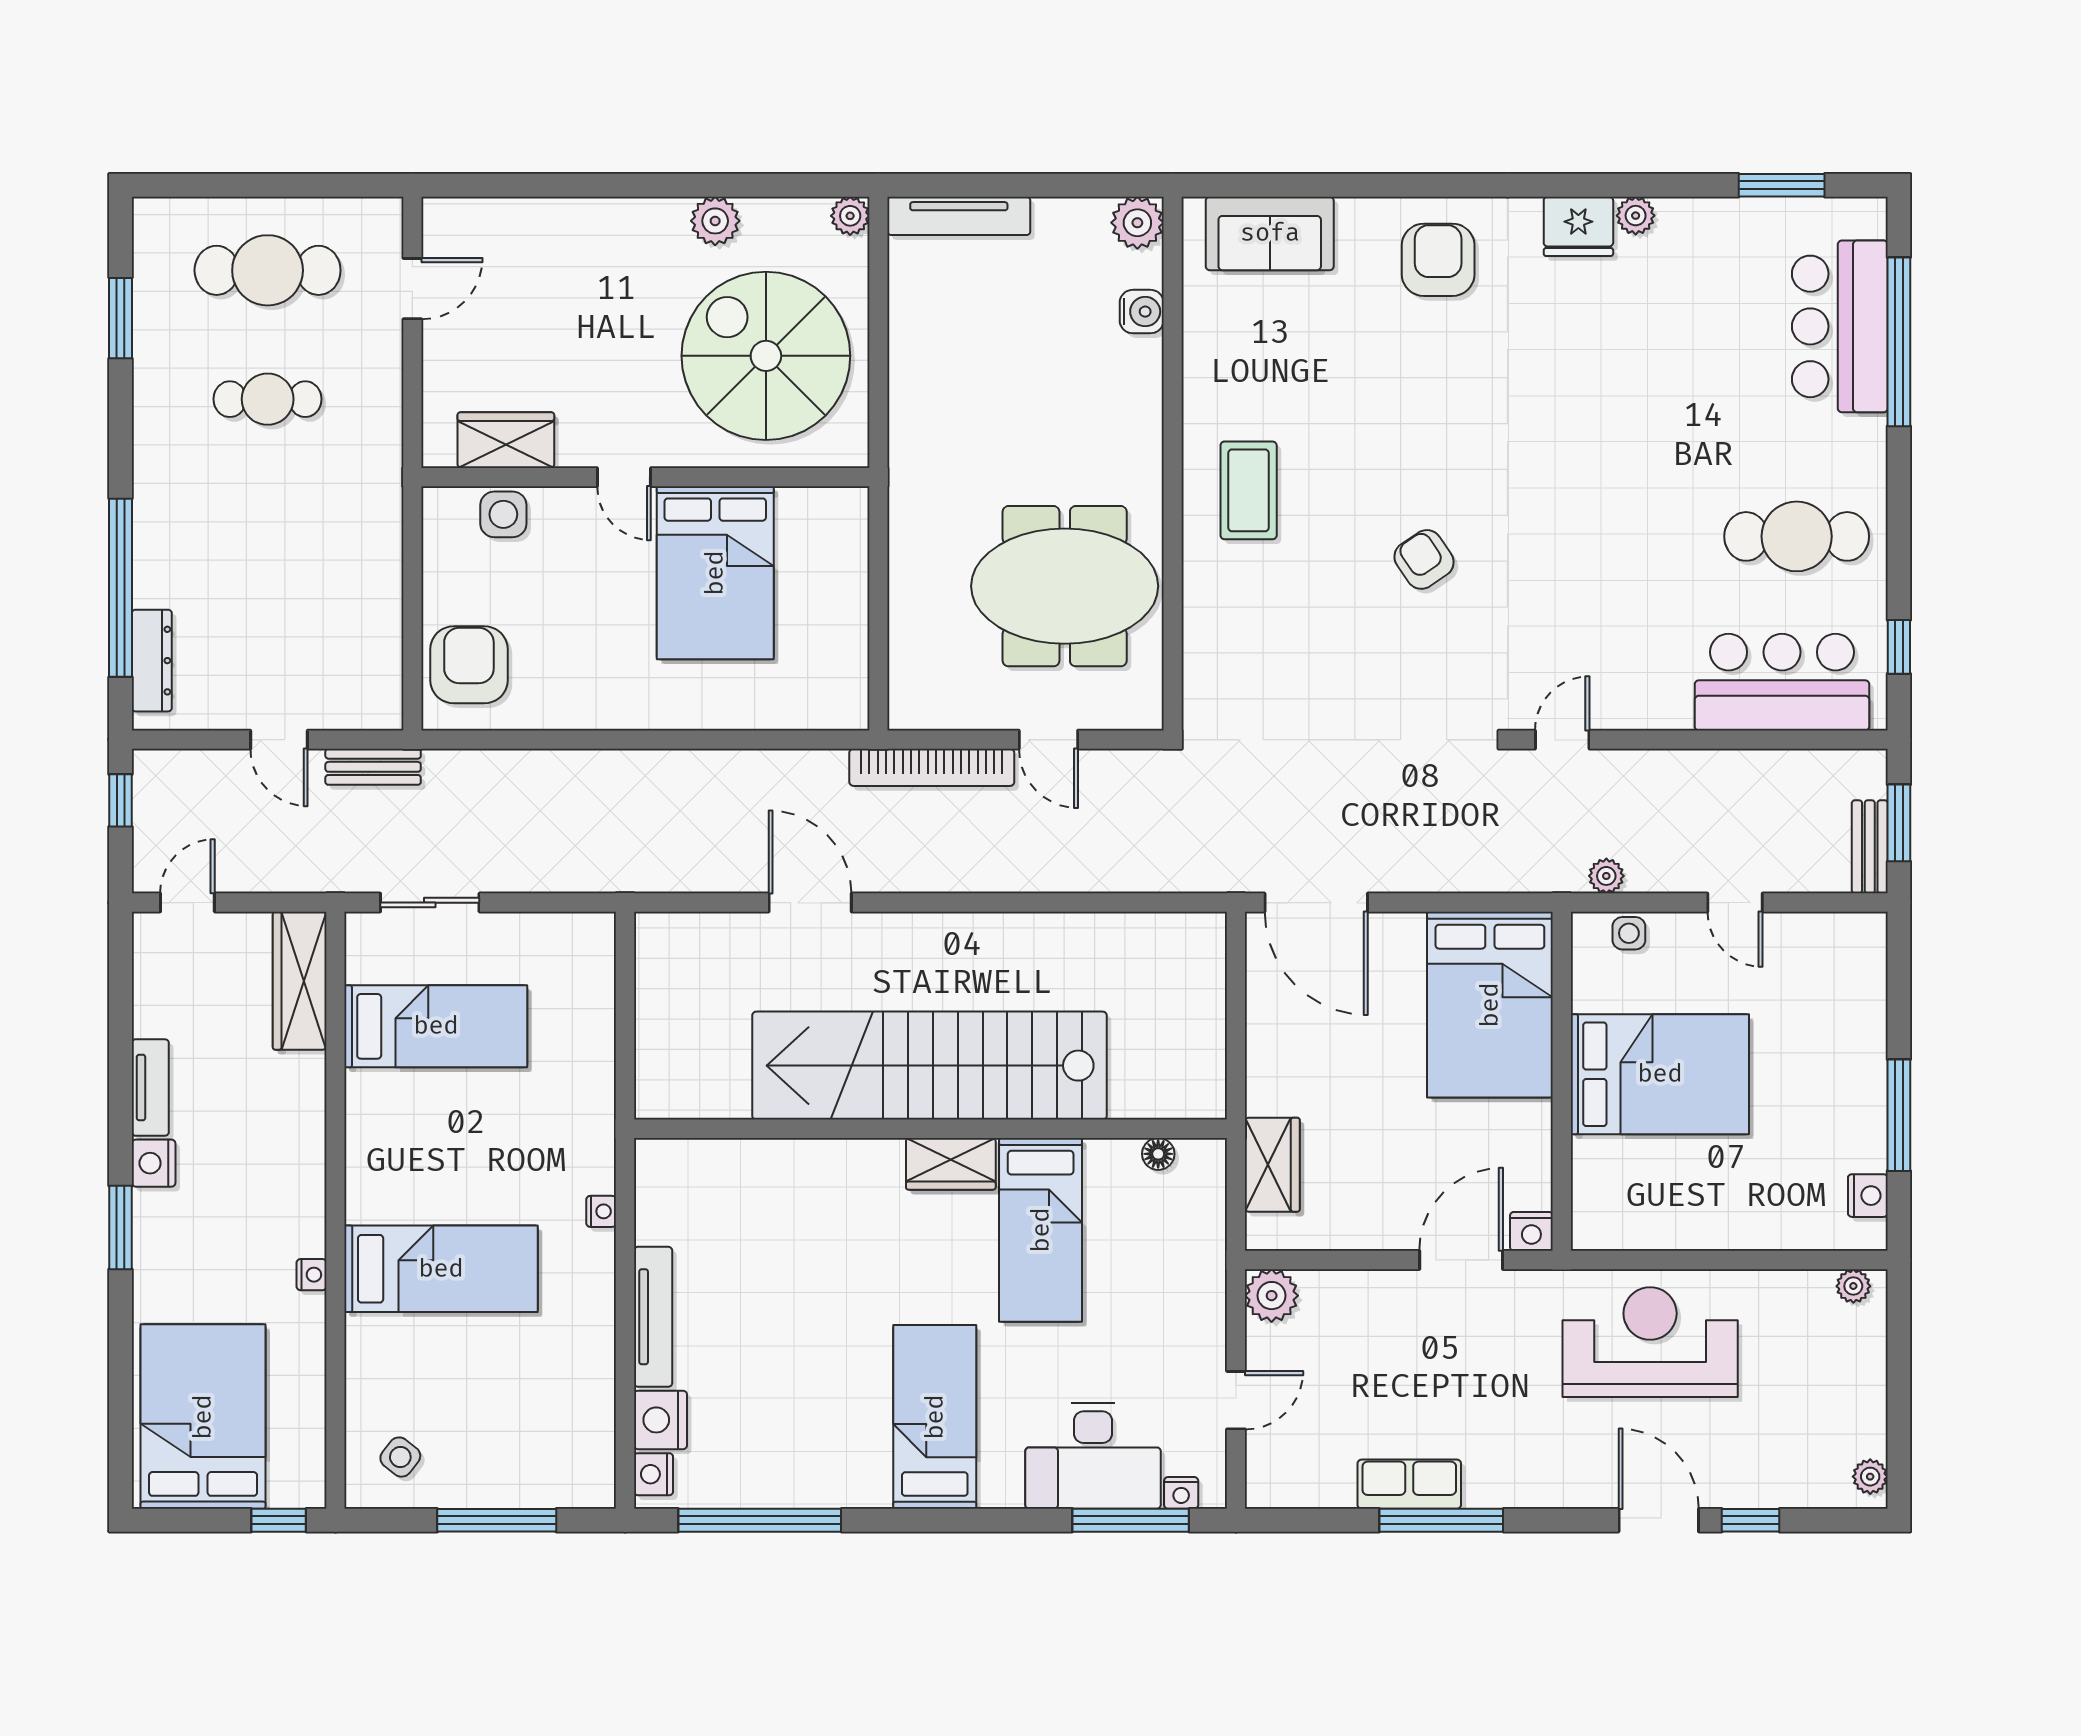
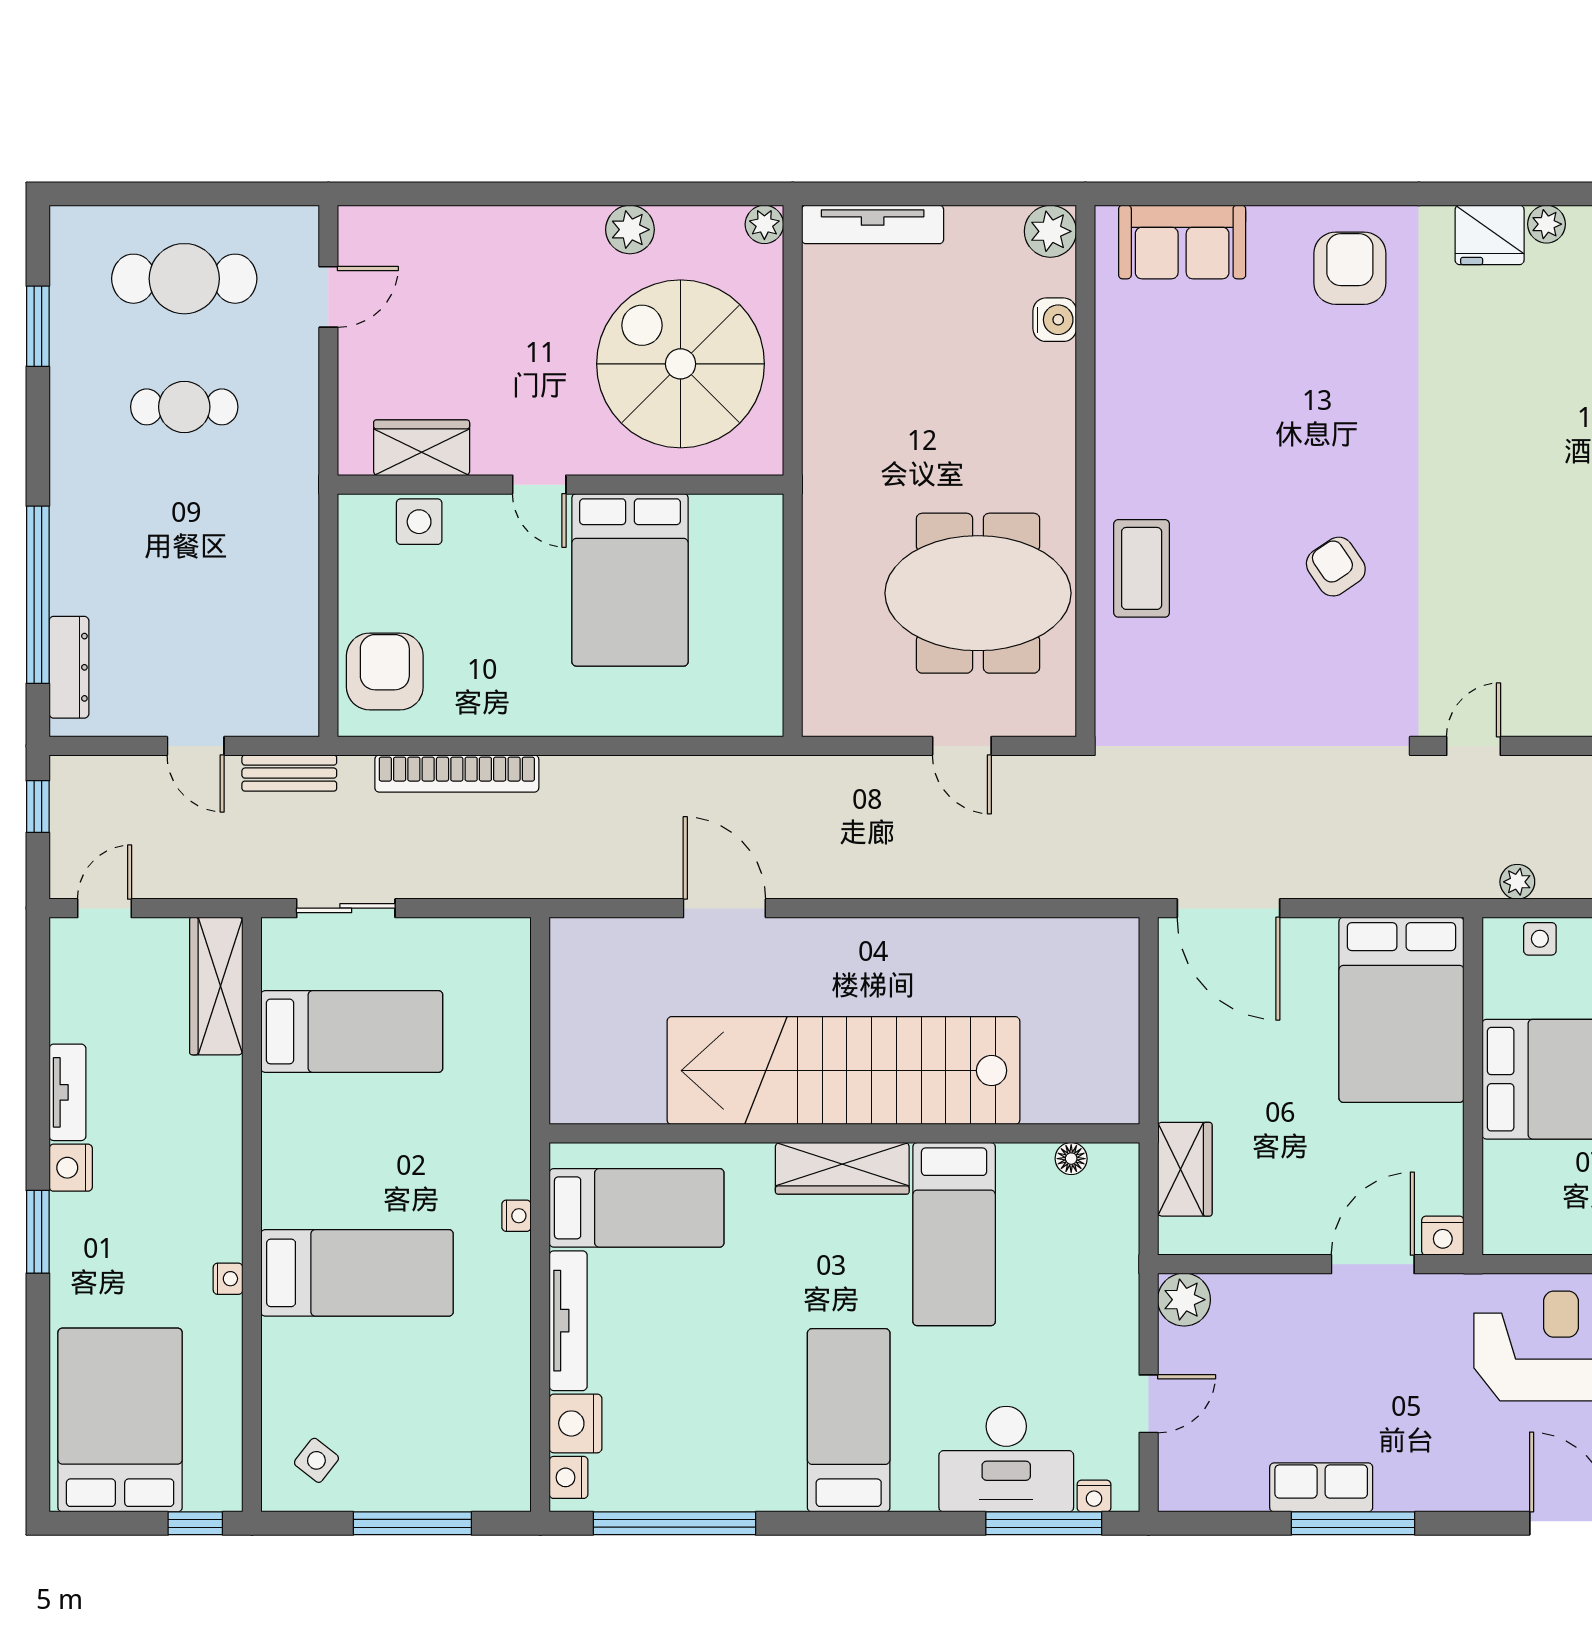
coffee table: (1249, 490) -> (1142, 568), moved
bookcase: (932, 767) -> (457, 774), moved
wardrobe: (951, 1164) -> (842, 1168), width x1.50
bed: (722, 1203) -> (637, 1208), added

